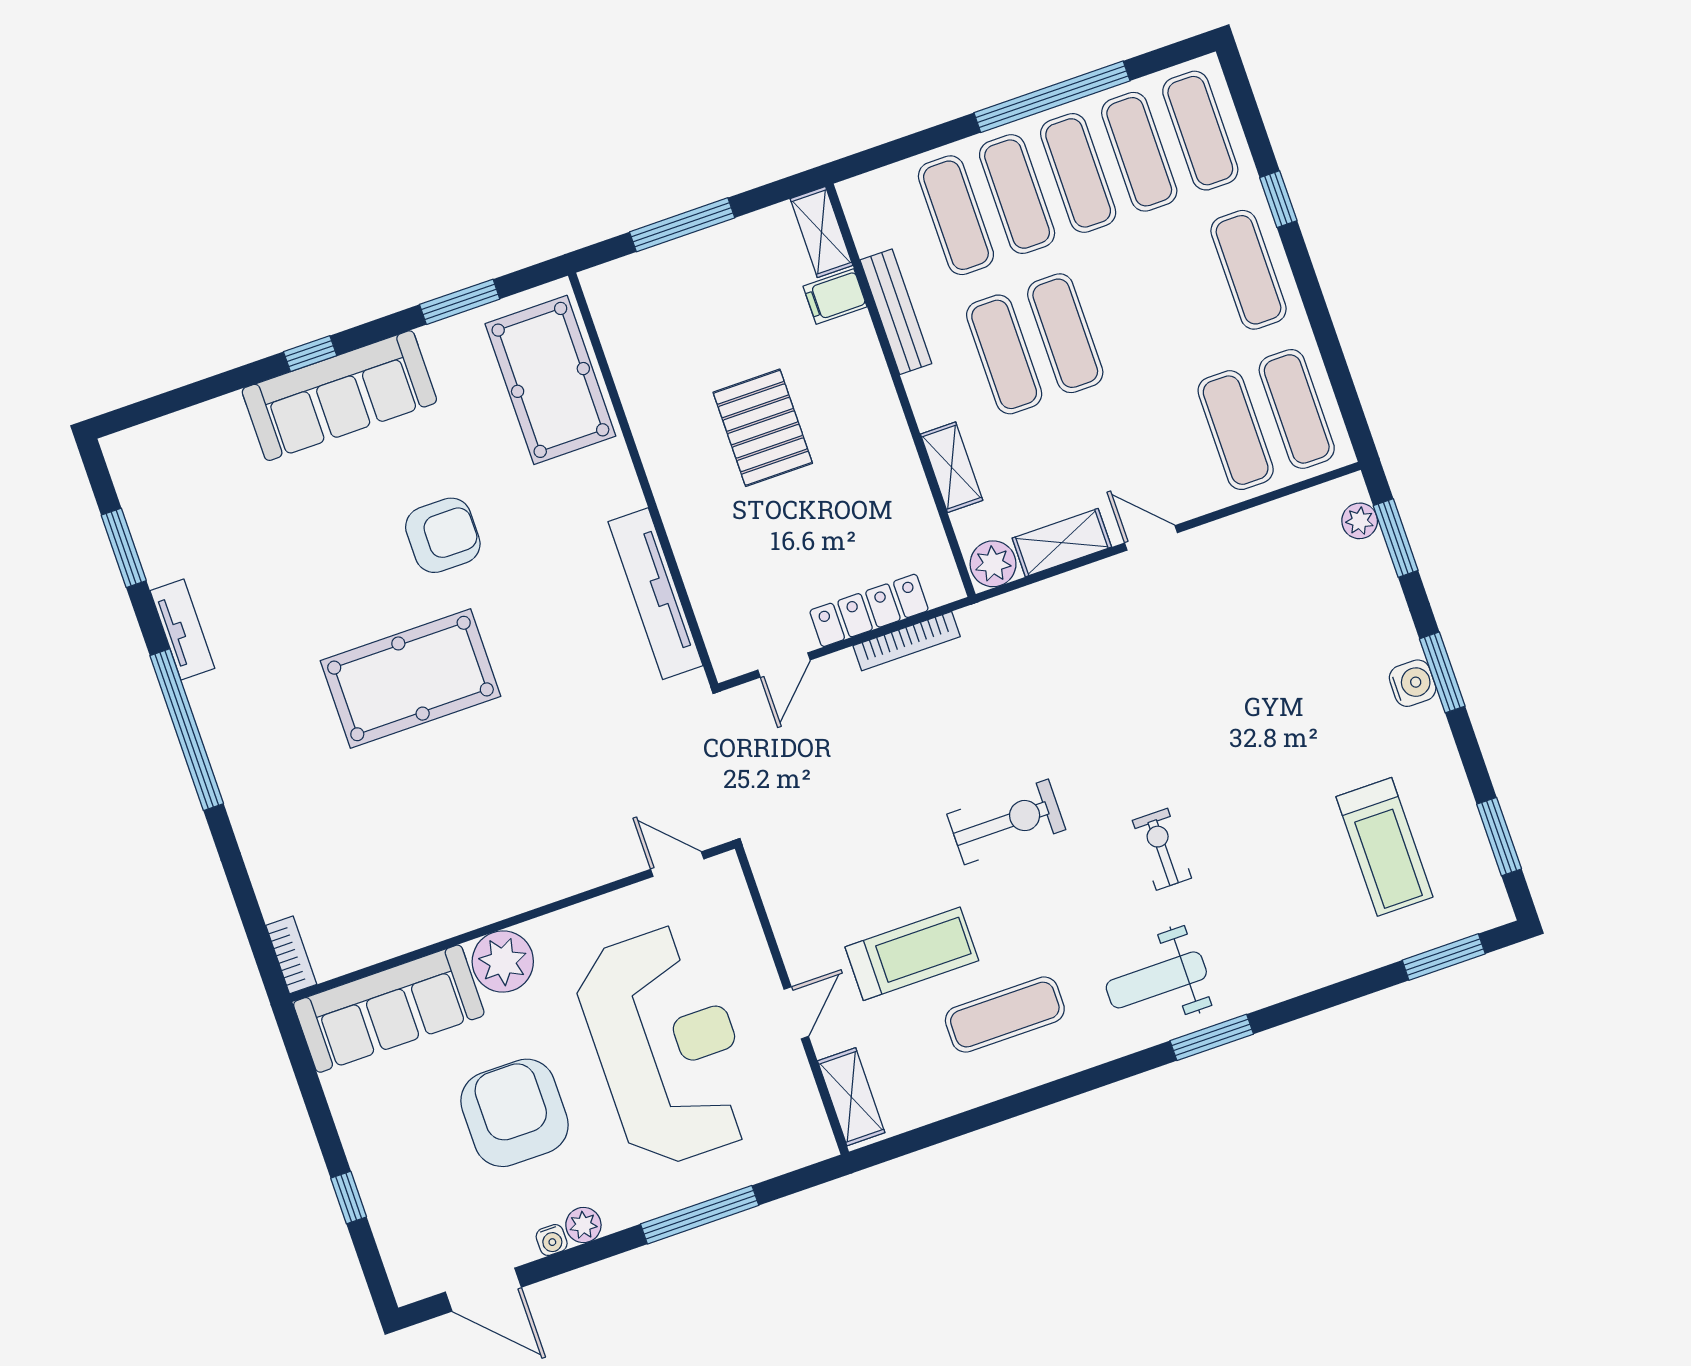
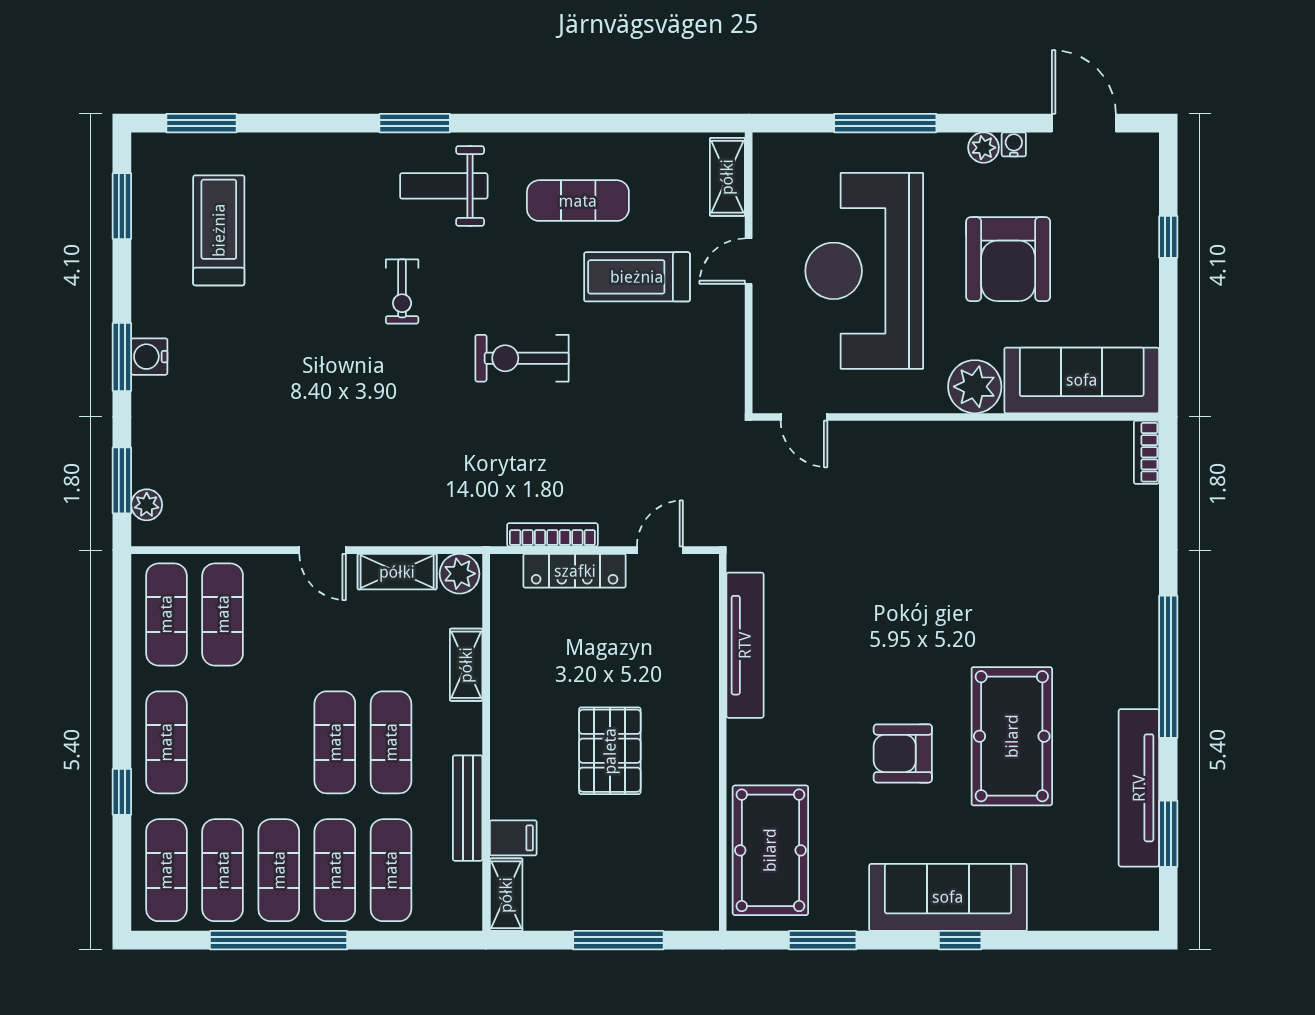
tv unit: (182, 630) -> (1139, 788), width x1.92, depth x1.29
pool table: (410, 679) -> (1012, 736), moved, turned 90
weight bench: (1156, 980) -> (444, 186), turned 180

